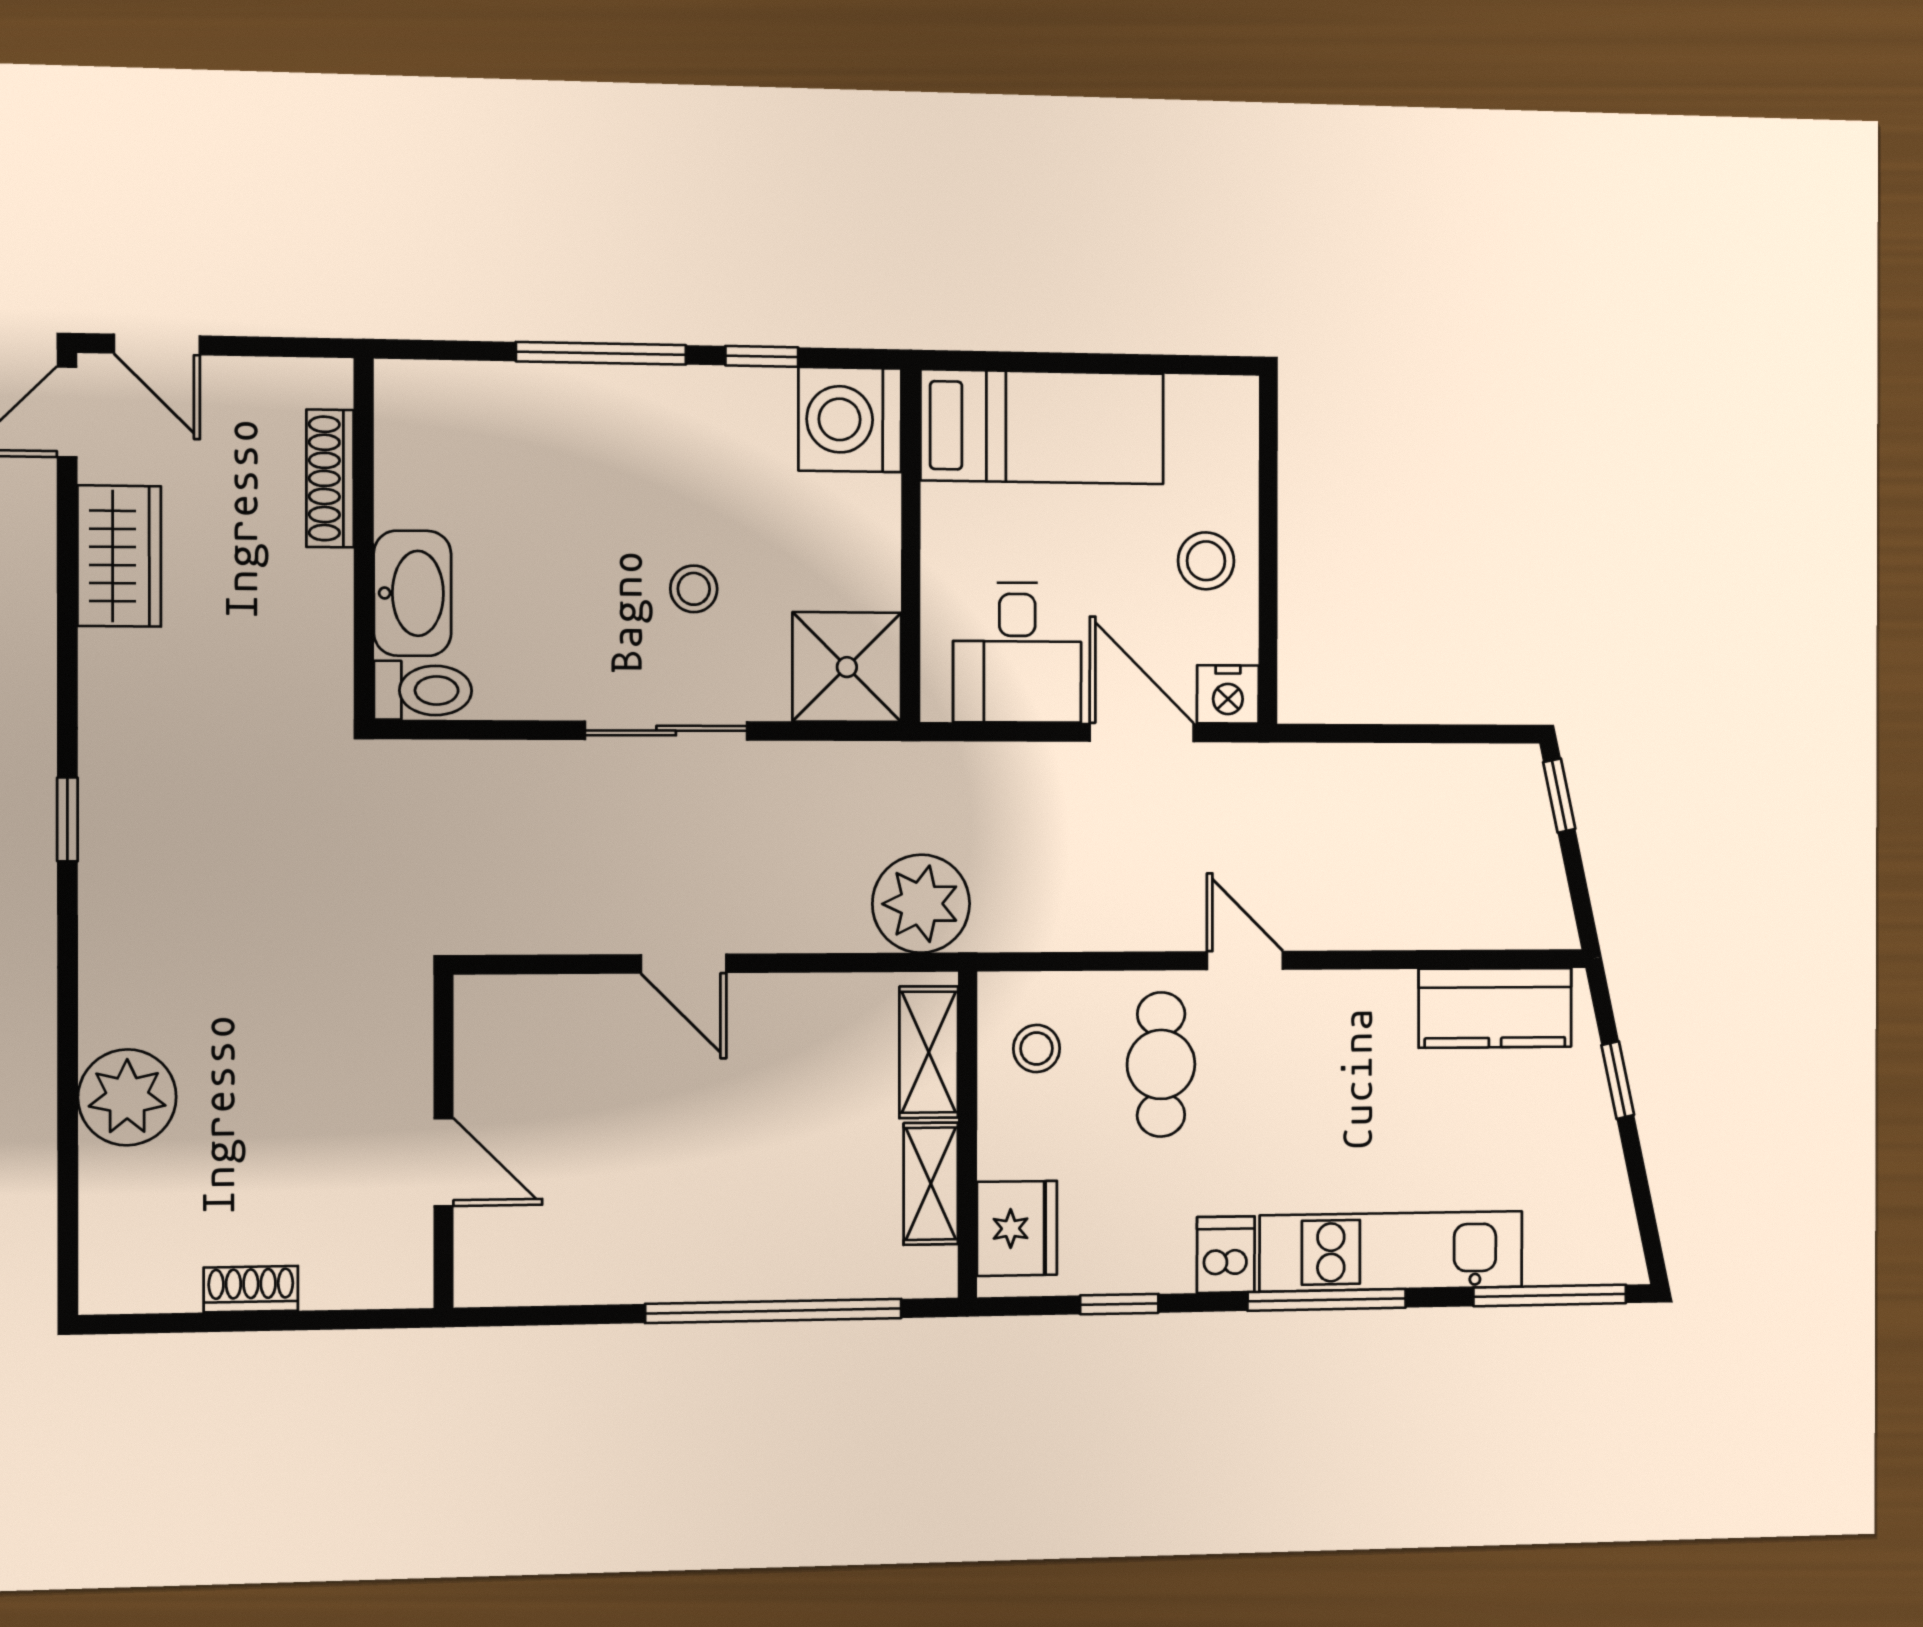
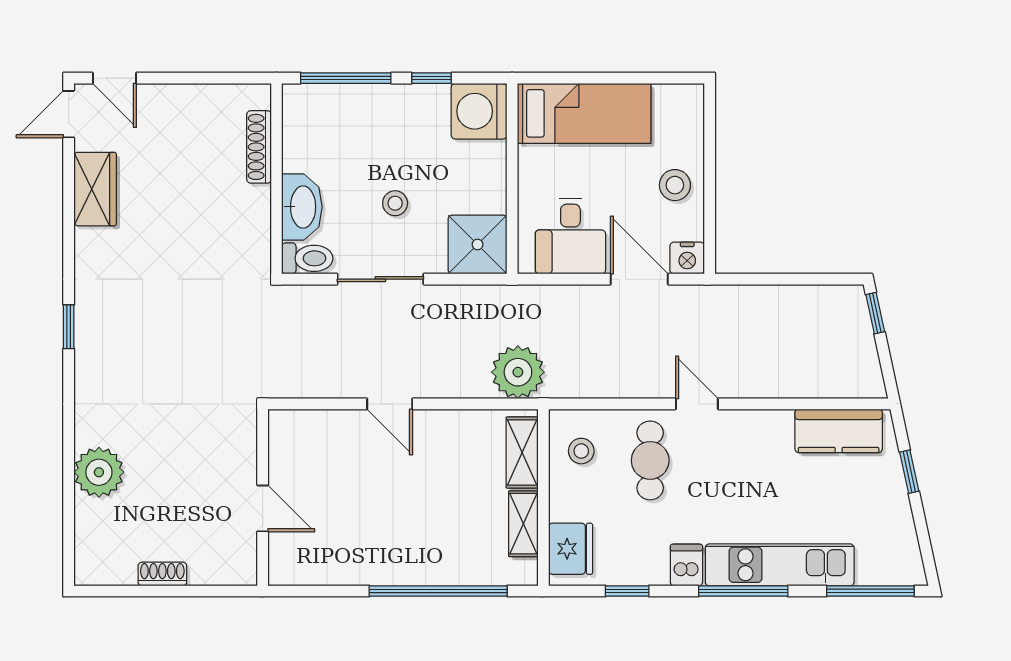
shoe rack: (330, 478) -> (259, 147), moved
wall: (364, 539) -> (277, 179), moved
washbasin: (412, 593) -> (302, 207), moved
toilet: (423, 690) -> (307, 258), moved

